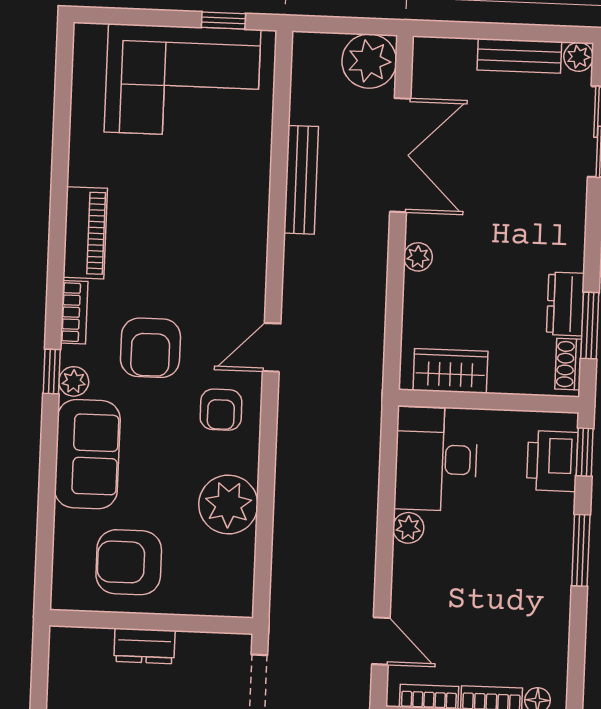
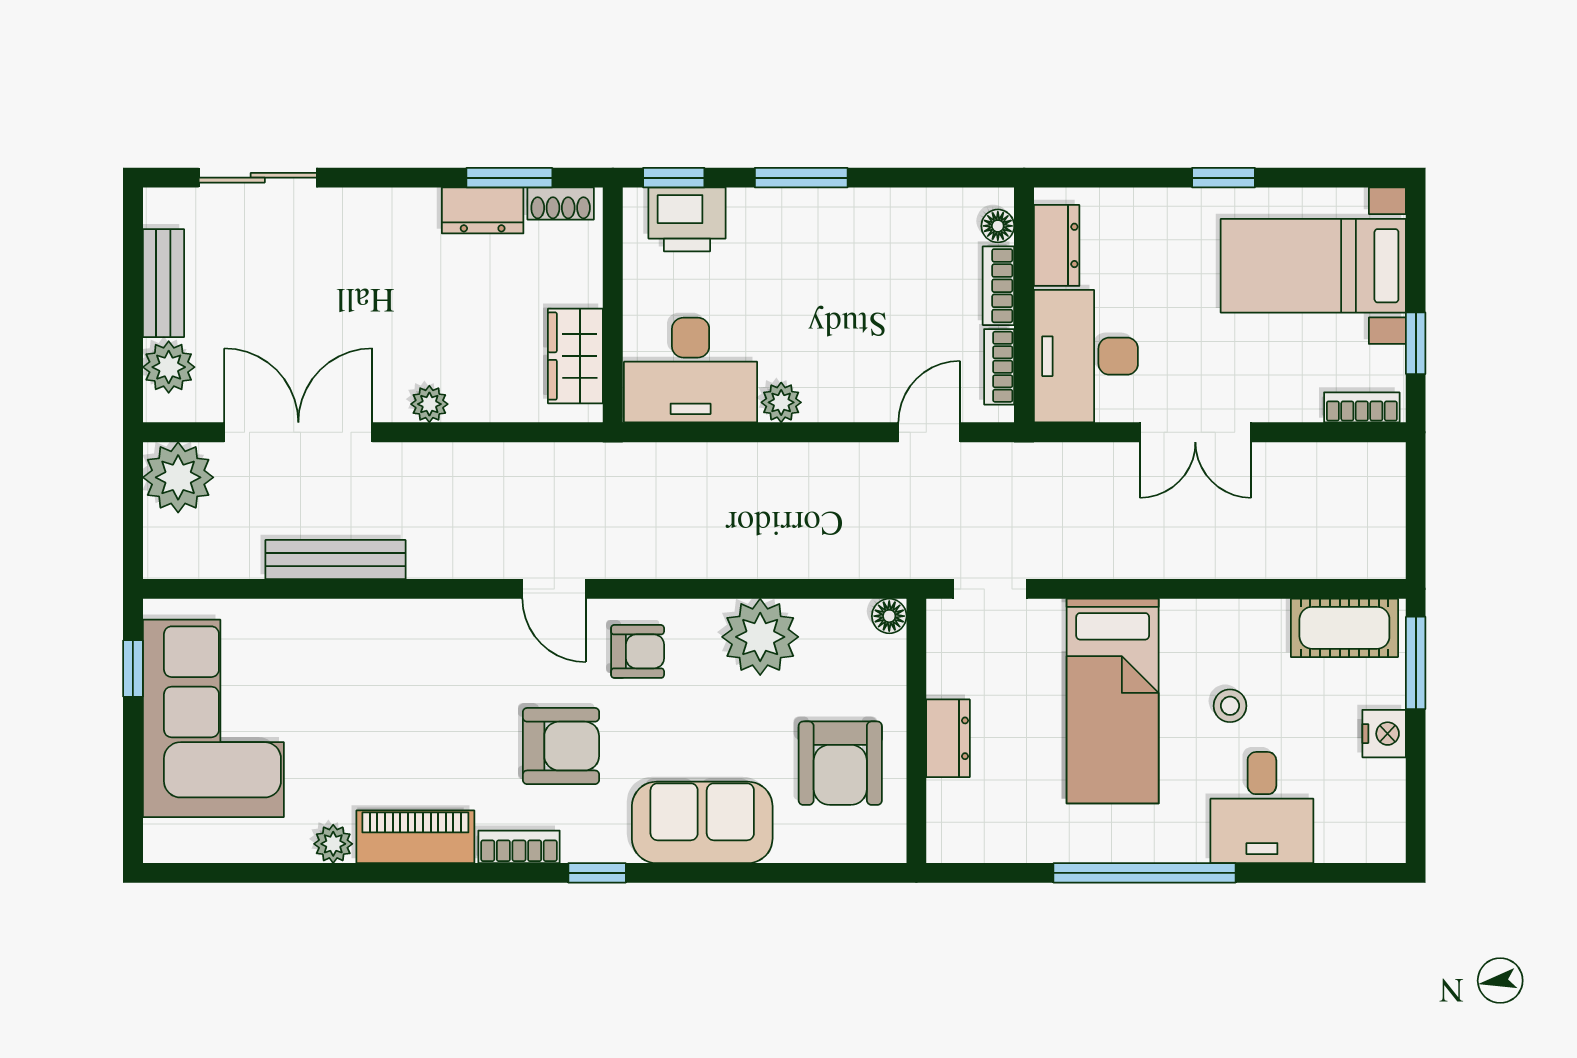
plant: (578, 57) -> (169, 367), moved, width x1.38, depth x1.38
plant: (74, 381) -> (333, 844), moved
floor lamp: (240, 605) -> (889, 616), added

